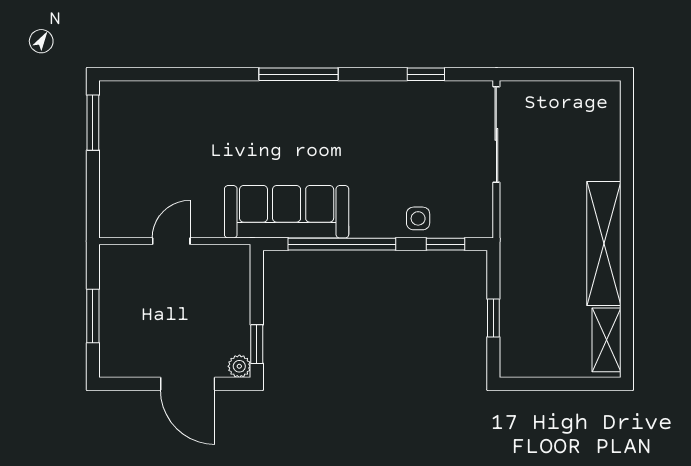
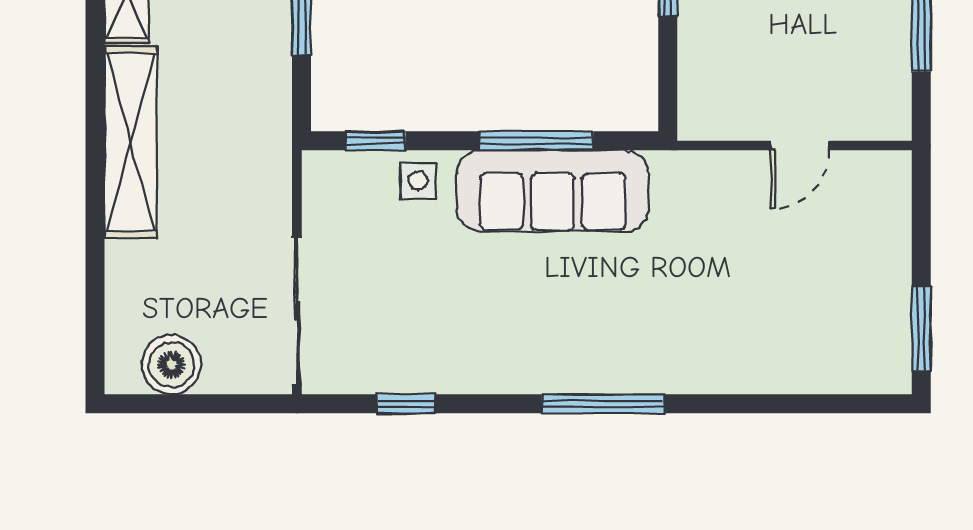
boiler: (578, 99) -> (171, 365), added
sofa: (287, 212) -> (553, 191), moved
window: (342, 244) -> (536, 141), width x0.68

